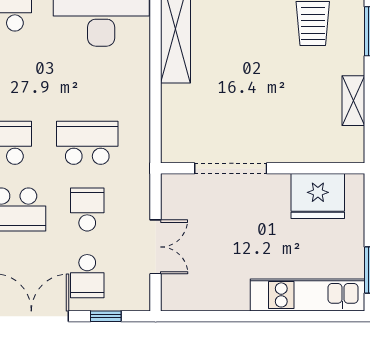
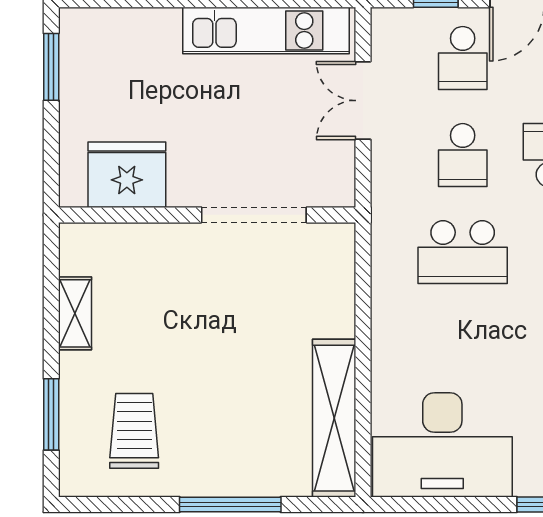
school desk: (87, 276) -> (463, 58), turned 180
kitchen unit: (308, 295) -> (266, 30), moved

